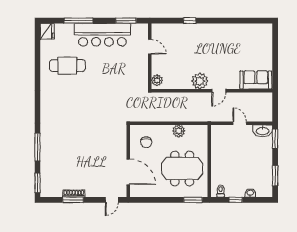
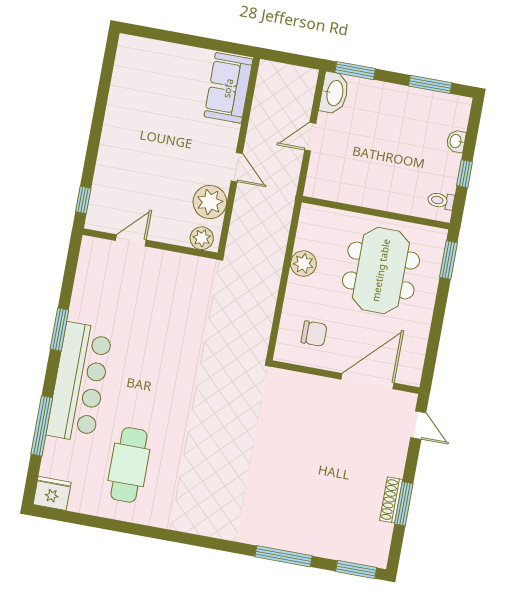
door: (150, 47) -> (131, 240), moved
wall: (150, 56) -> (150, 244), moved
plant: (157, 80) -> (202, 238), moved

